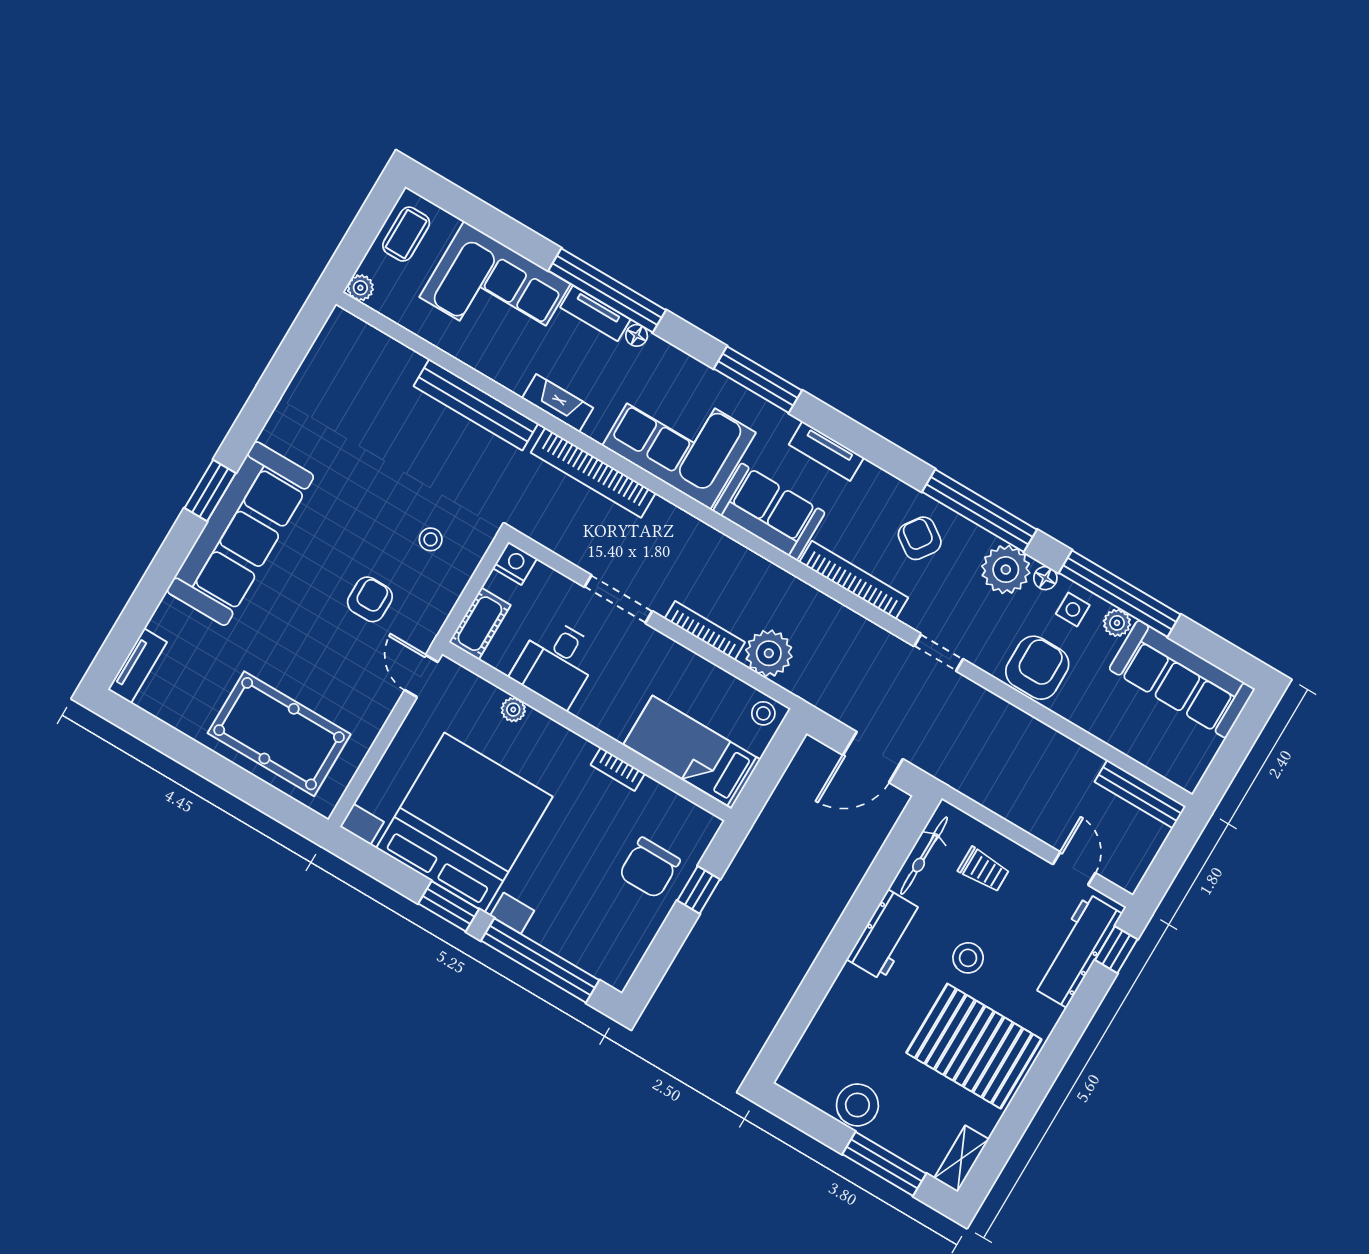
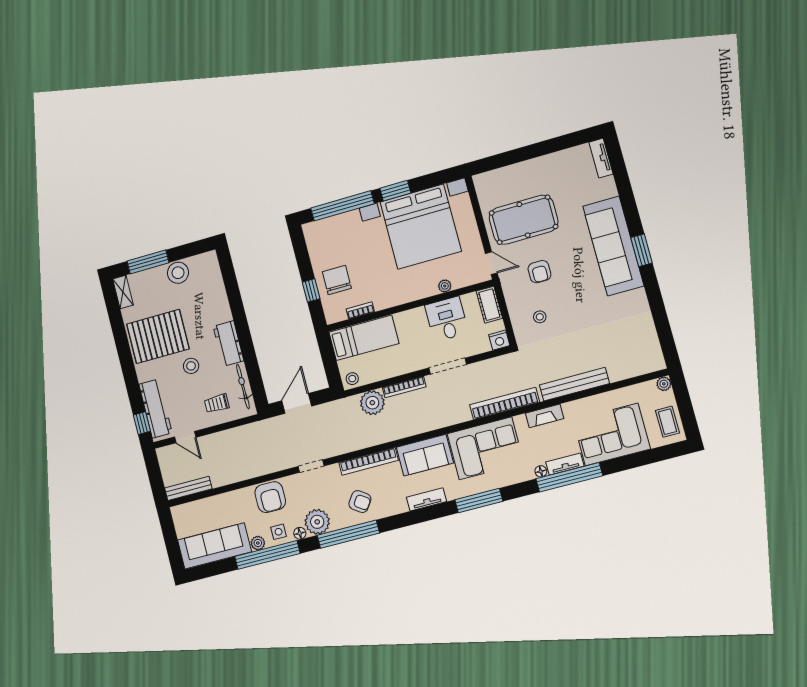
pool table: (279, 734) -> (524, 220), moved
bookcase: (618, 769) -> (360, 310), moved

